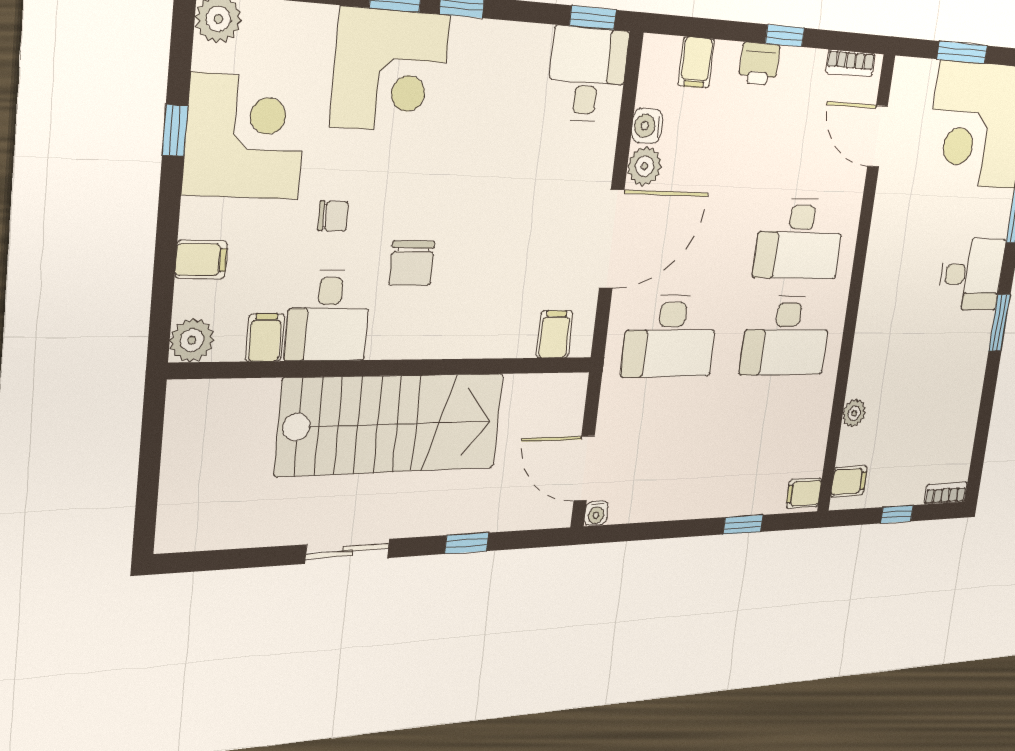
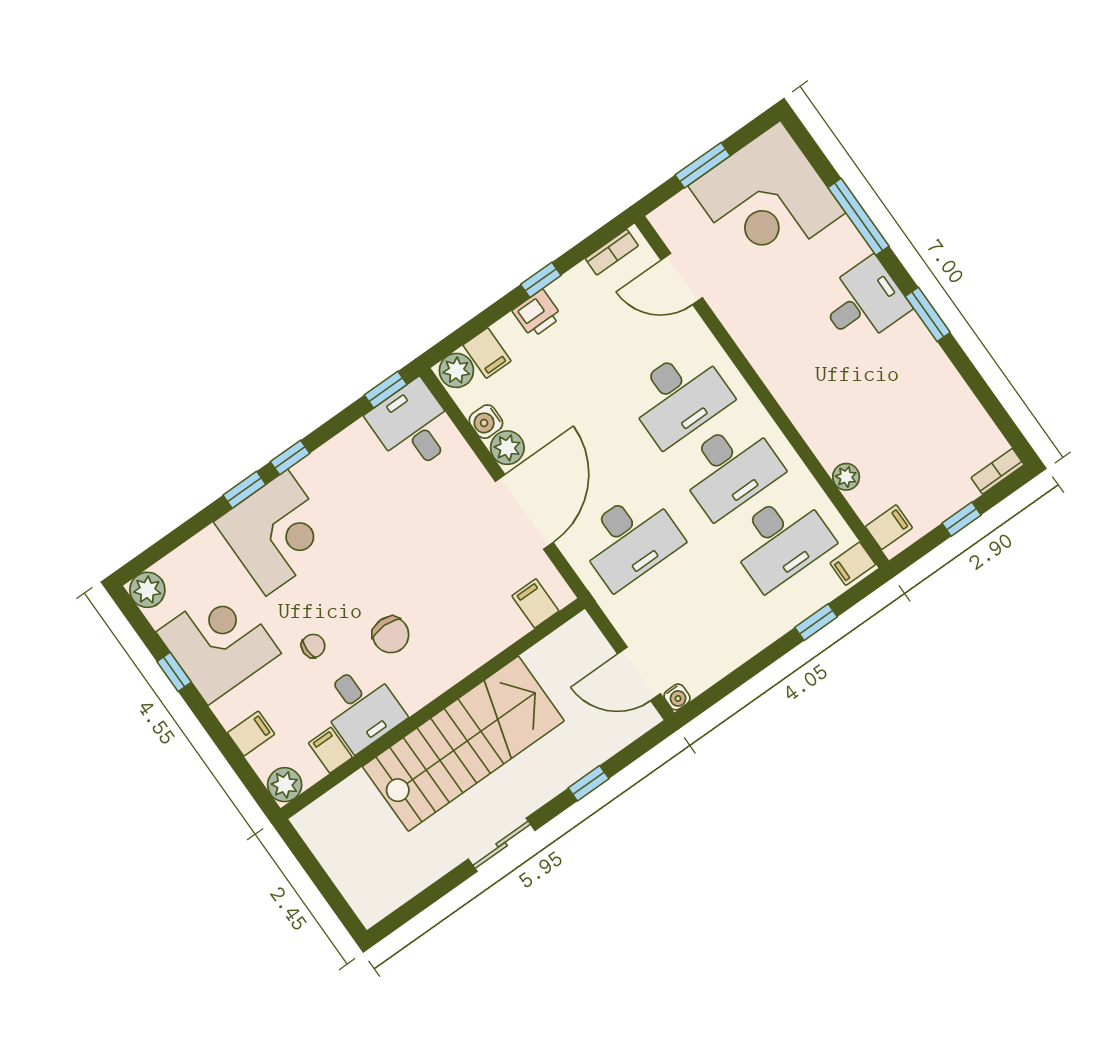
plant: (661, 55) -> (456, 370), added
desk: (773, 431) -> (781, 540), added

